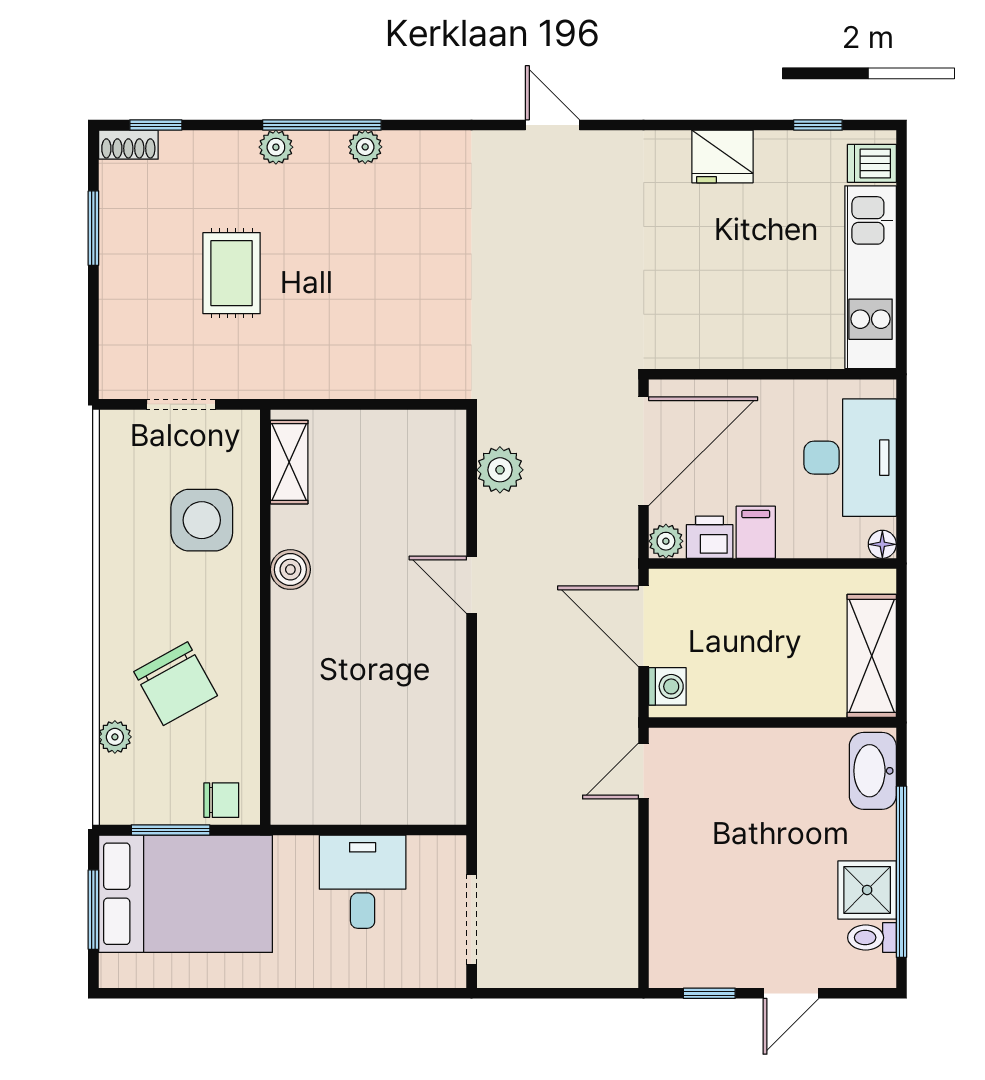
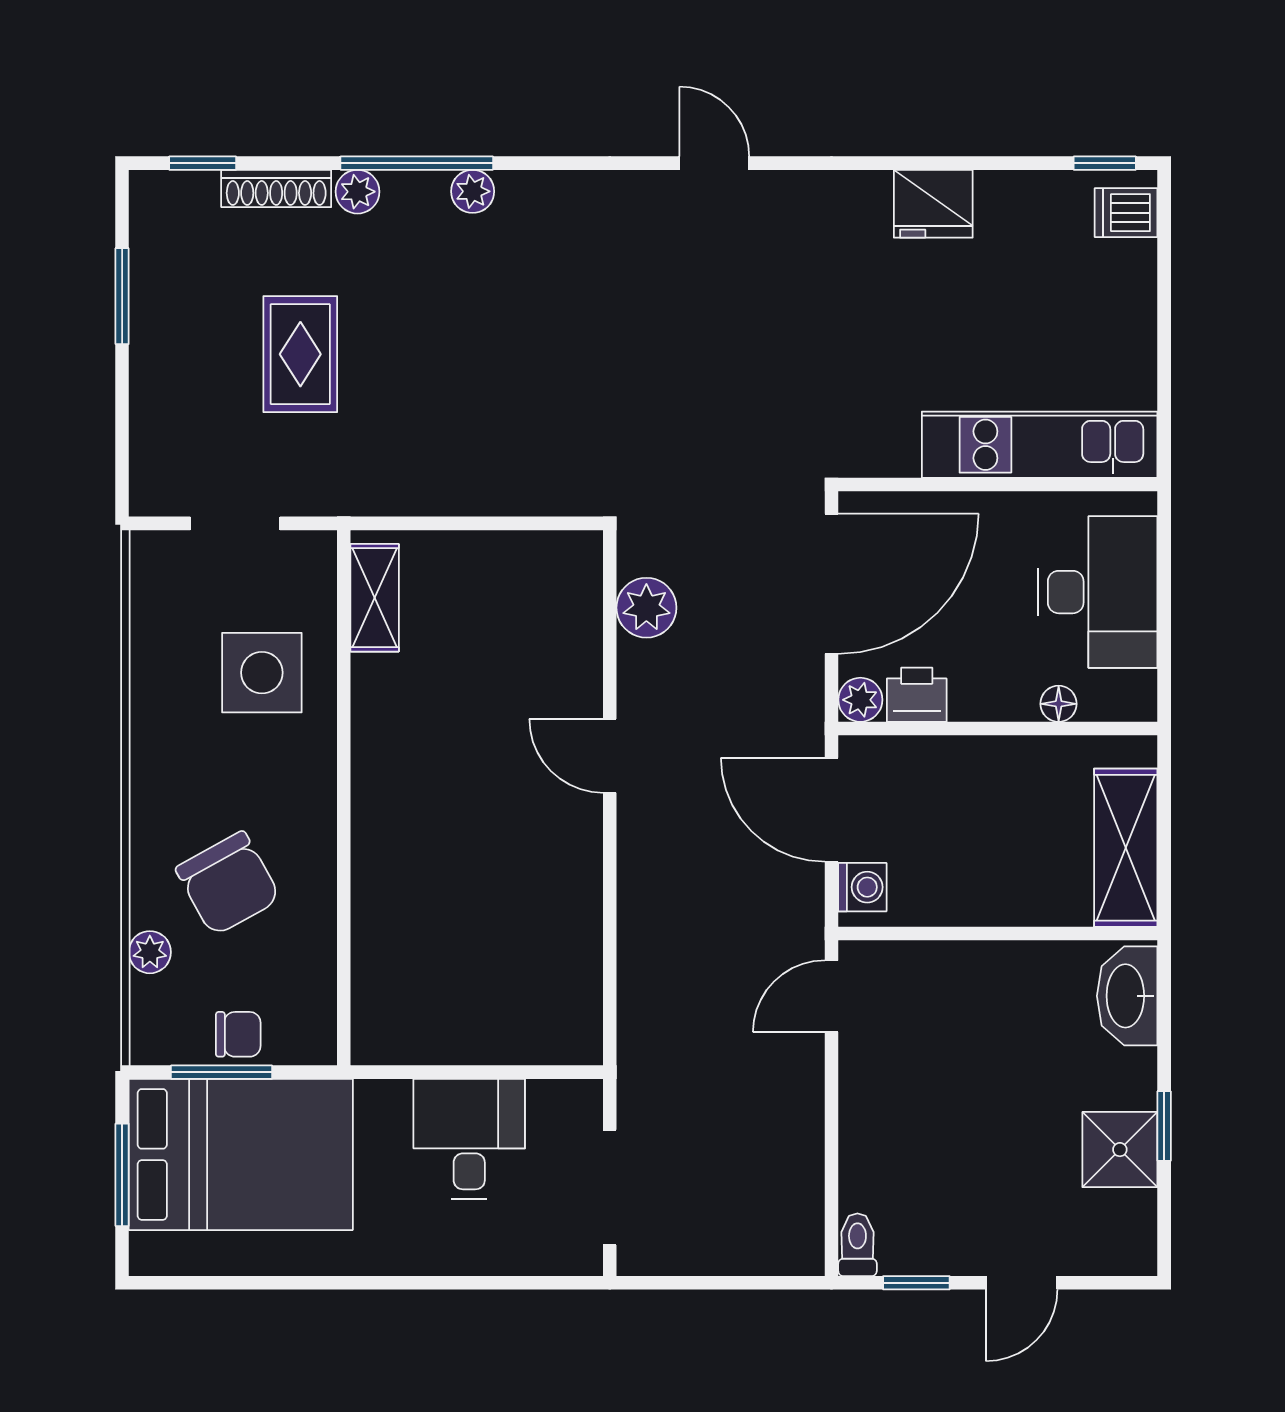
window: (818, 125) -> (1105, 163), moved
shoe rack: (128, 145) -> (276, 188), moved, width x1.43
kitchen unit: (871, 277) -> (1040, 445), moved, turned 90
filing cabinet: (756, 532) -> (976, 688), removed
floor lamp: (882, 544) -> (1059, 704), moved
boiler: (290, 570) -> (376, 736), removed
chair: (221, 800) -> (238, 1034), moved
window: (901, 872) -> (1164, 1126), width x0.32
toilet: (872, 938) -> (857, 1245), moved, turned 90

